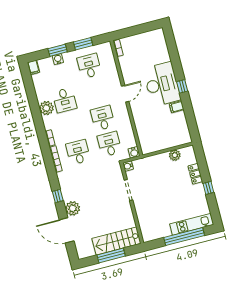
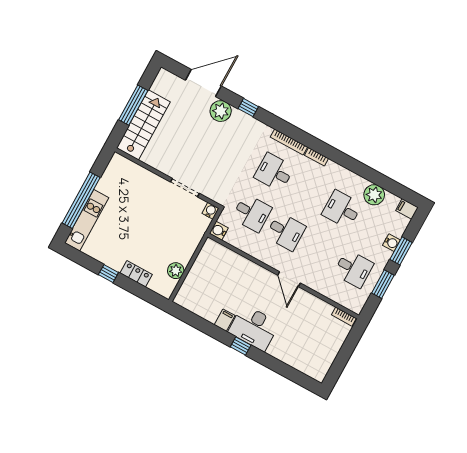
desk: (162, 84) -> (254, 328), width x0.73, depth x0.77
plant: (46, 108) -> (374, 195), moved
desk: (78, 152) -> (274, 172), turned 180

